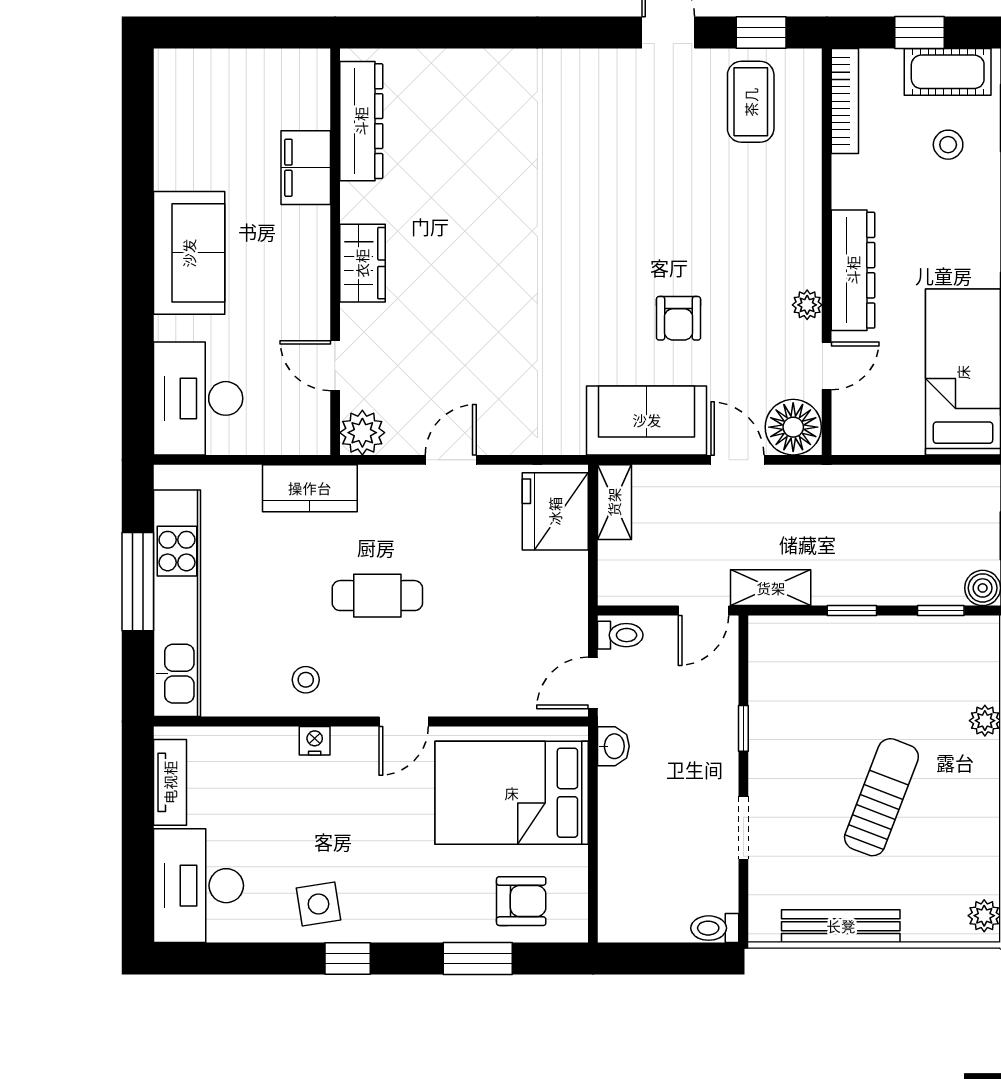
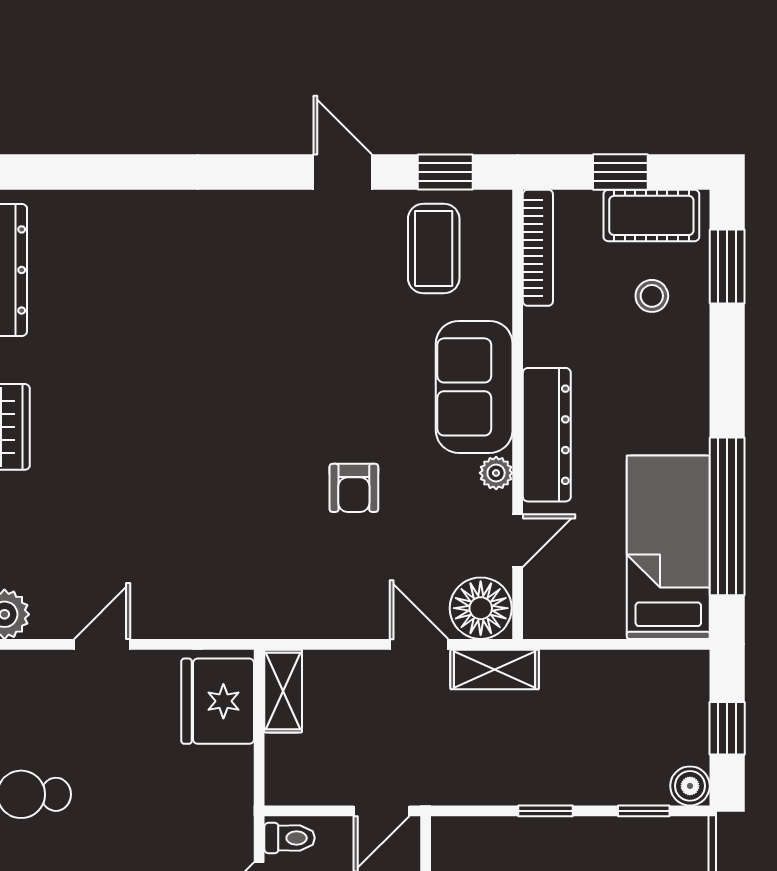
sofa: (647, 420) -> (474, 387), moved, turned -90
shelving: (771, 588) -> (495, 669), moved

